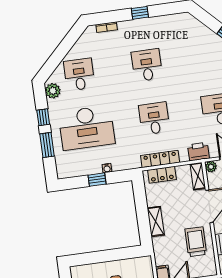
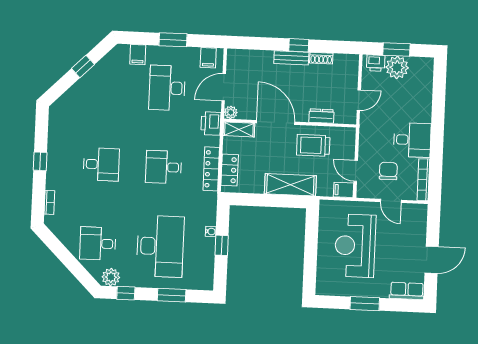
desk: (147, 65) -> (101, 164), turned 180
window: (43, 117) -> (126, 293), moved
shelving: (156, 221) -> (290, 185), width x1.50, depth x1.33

